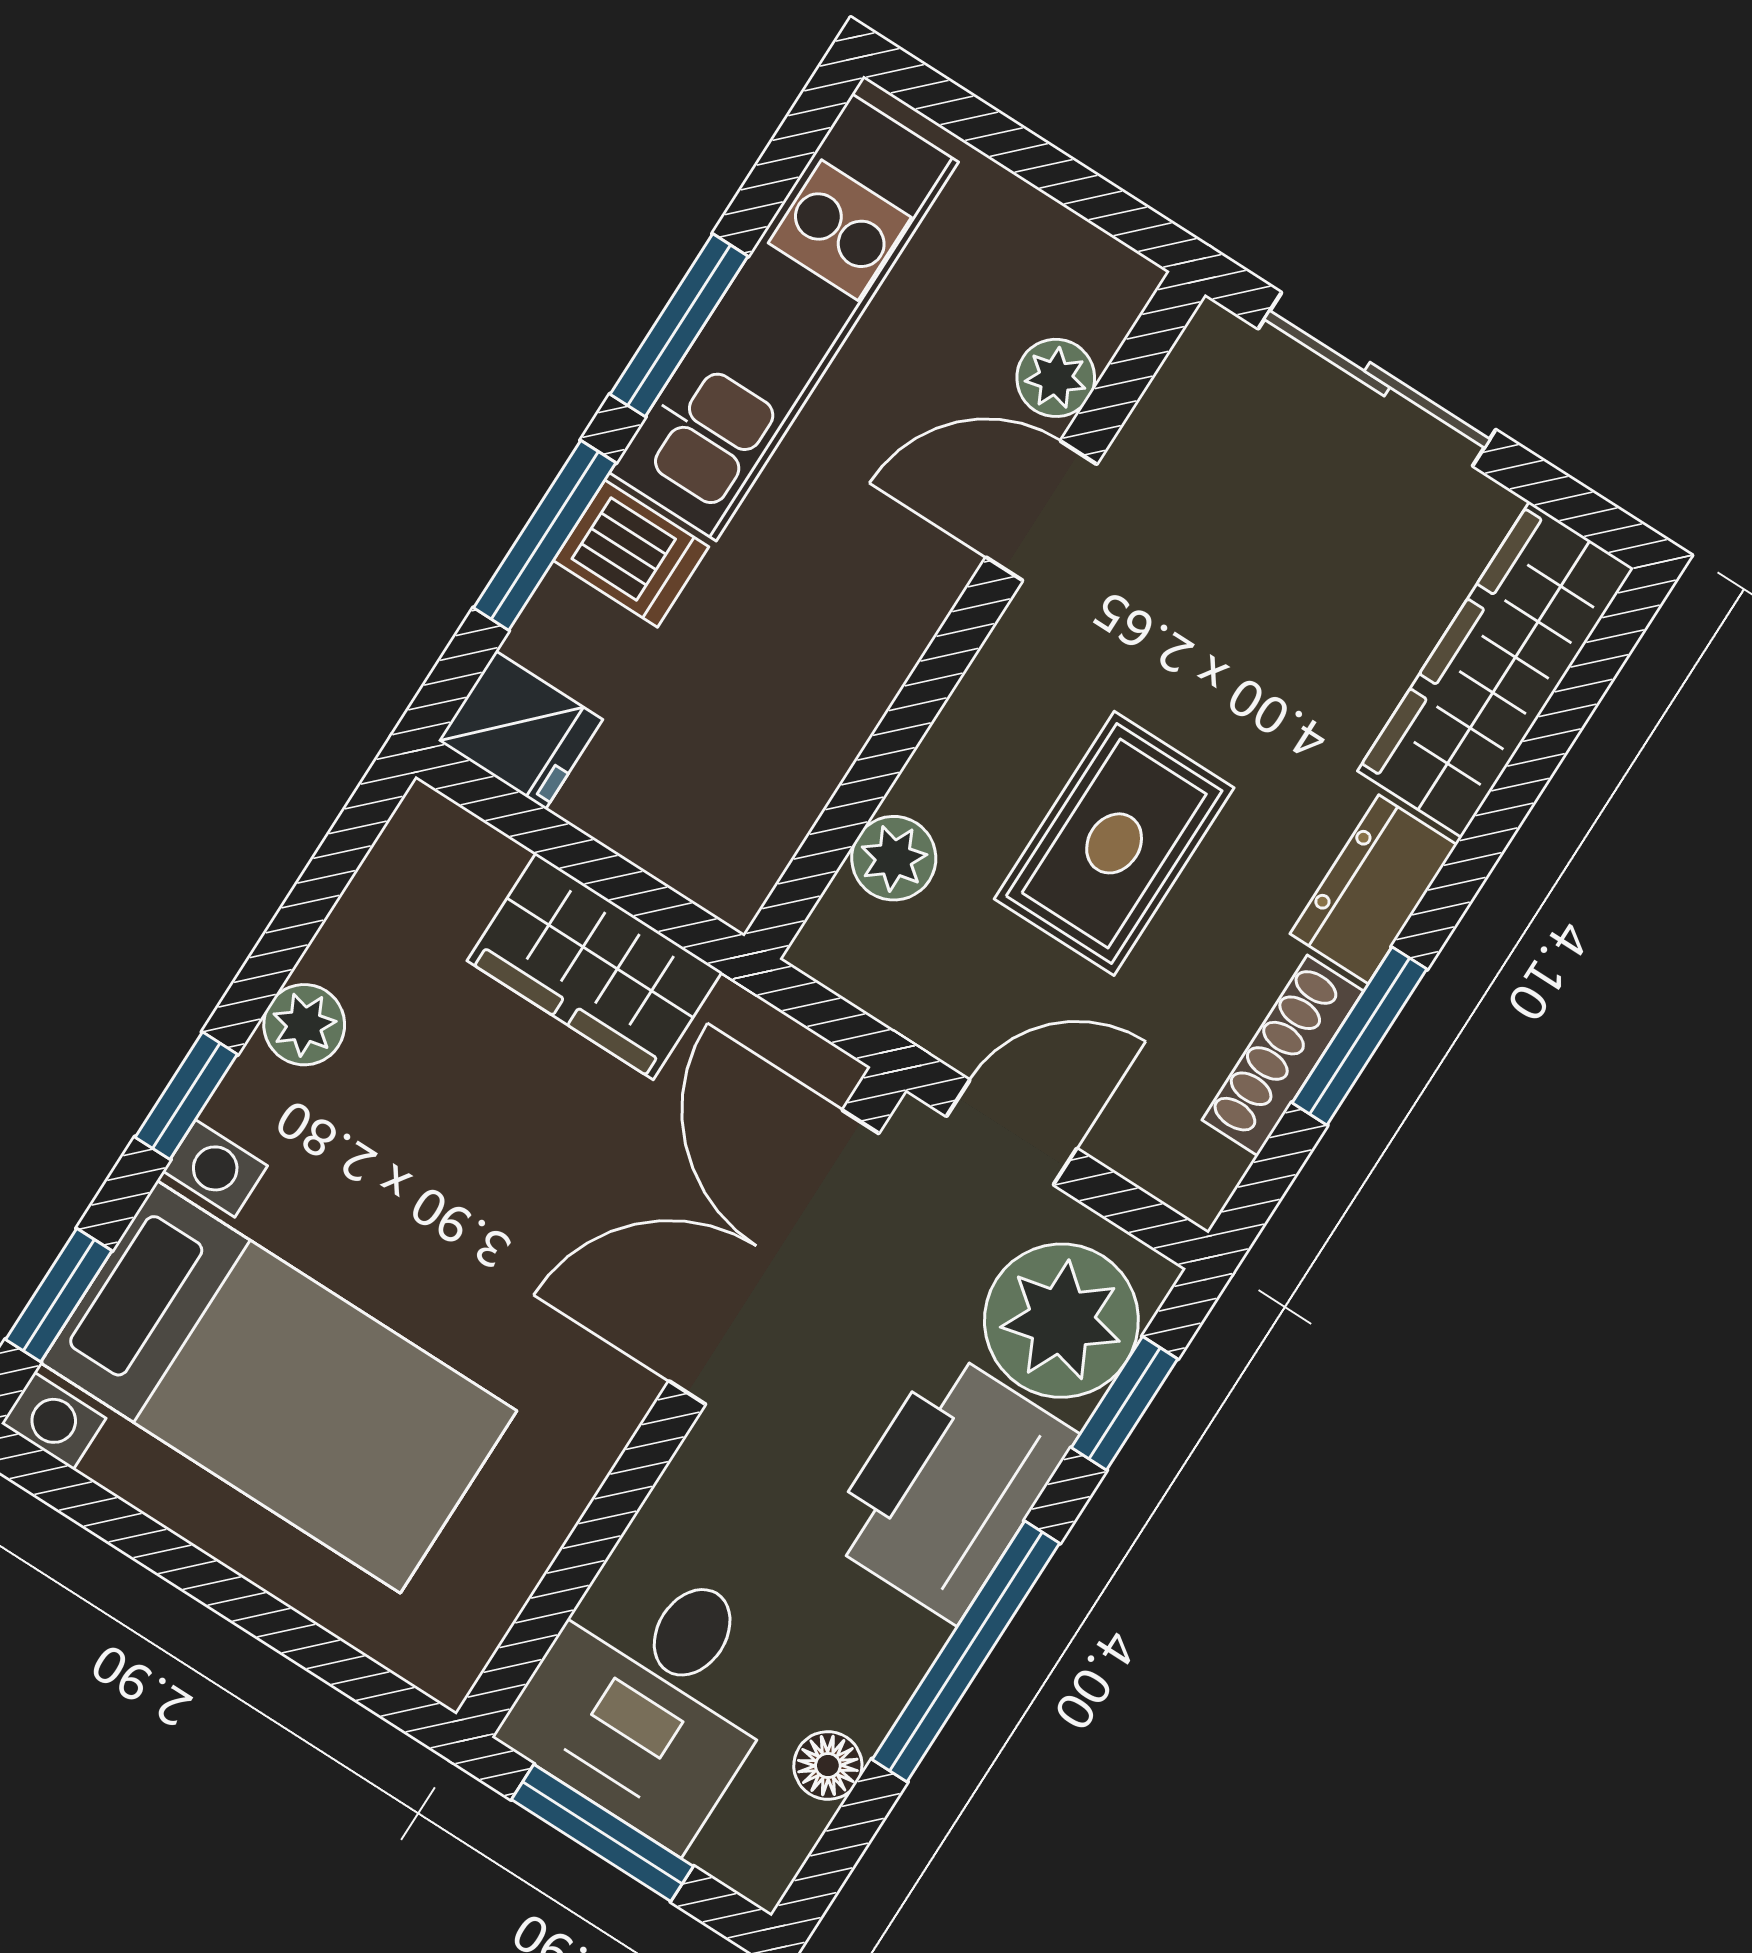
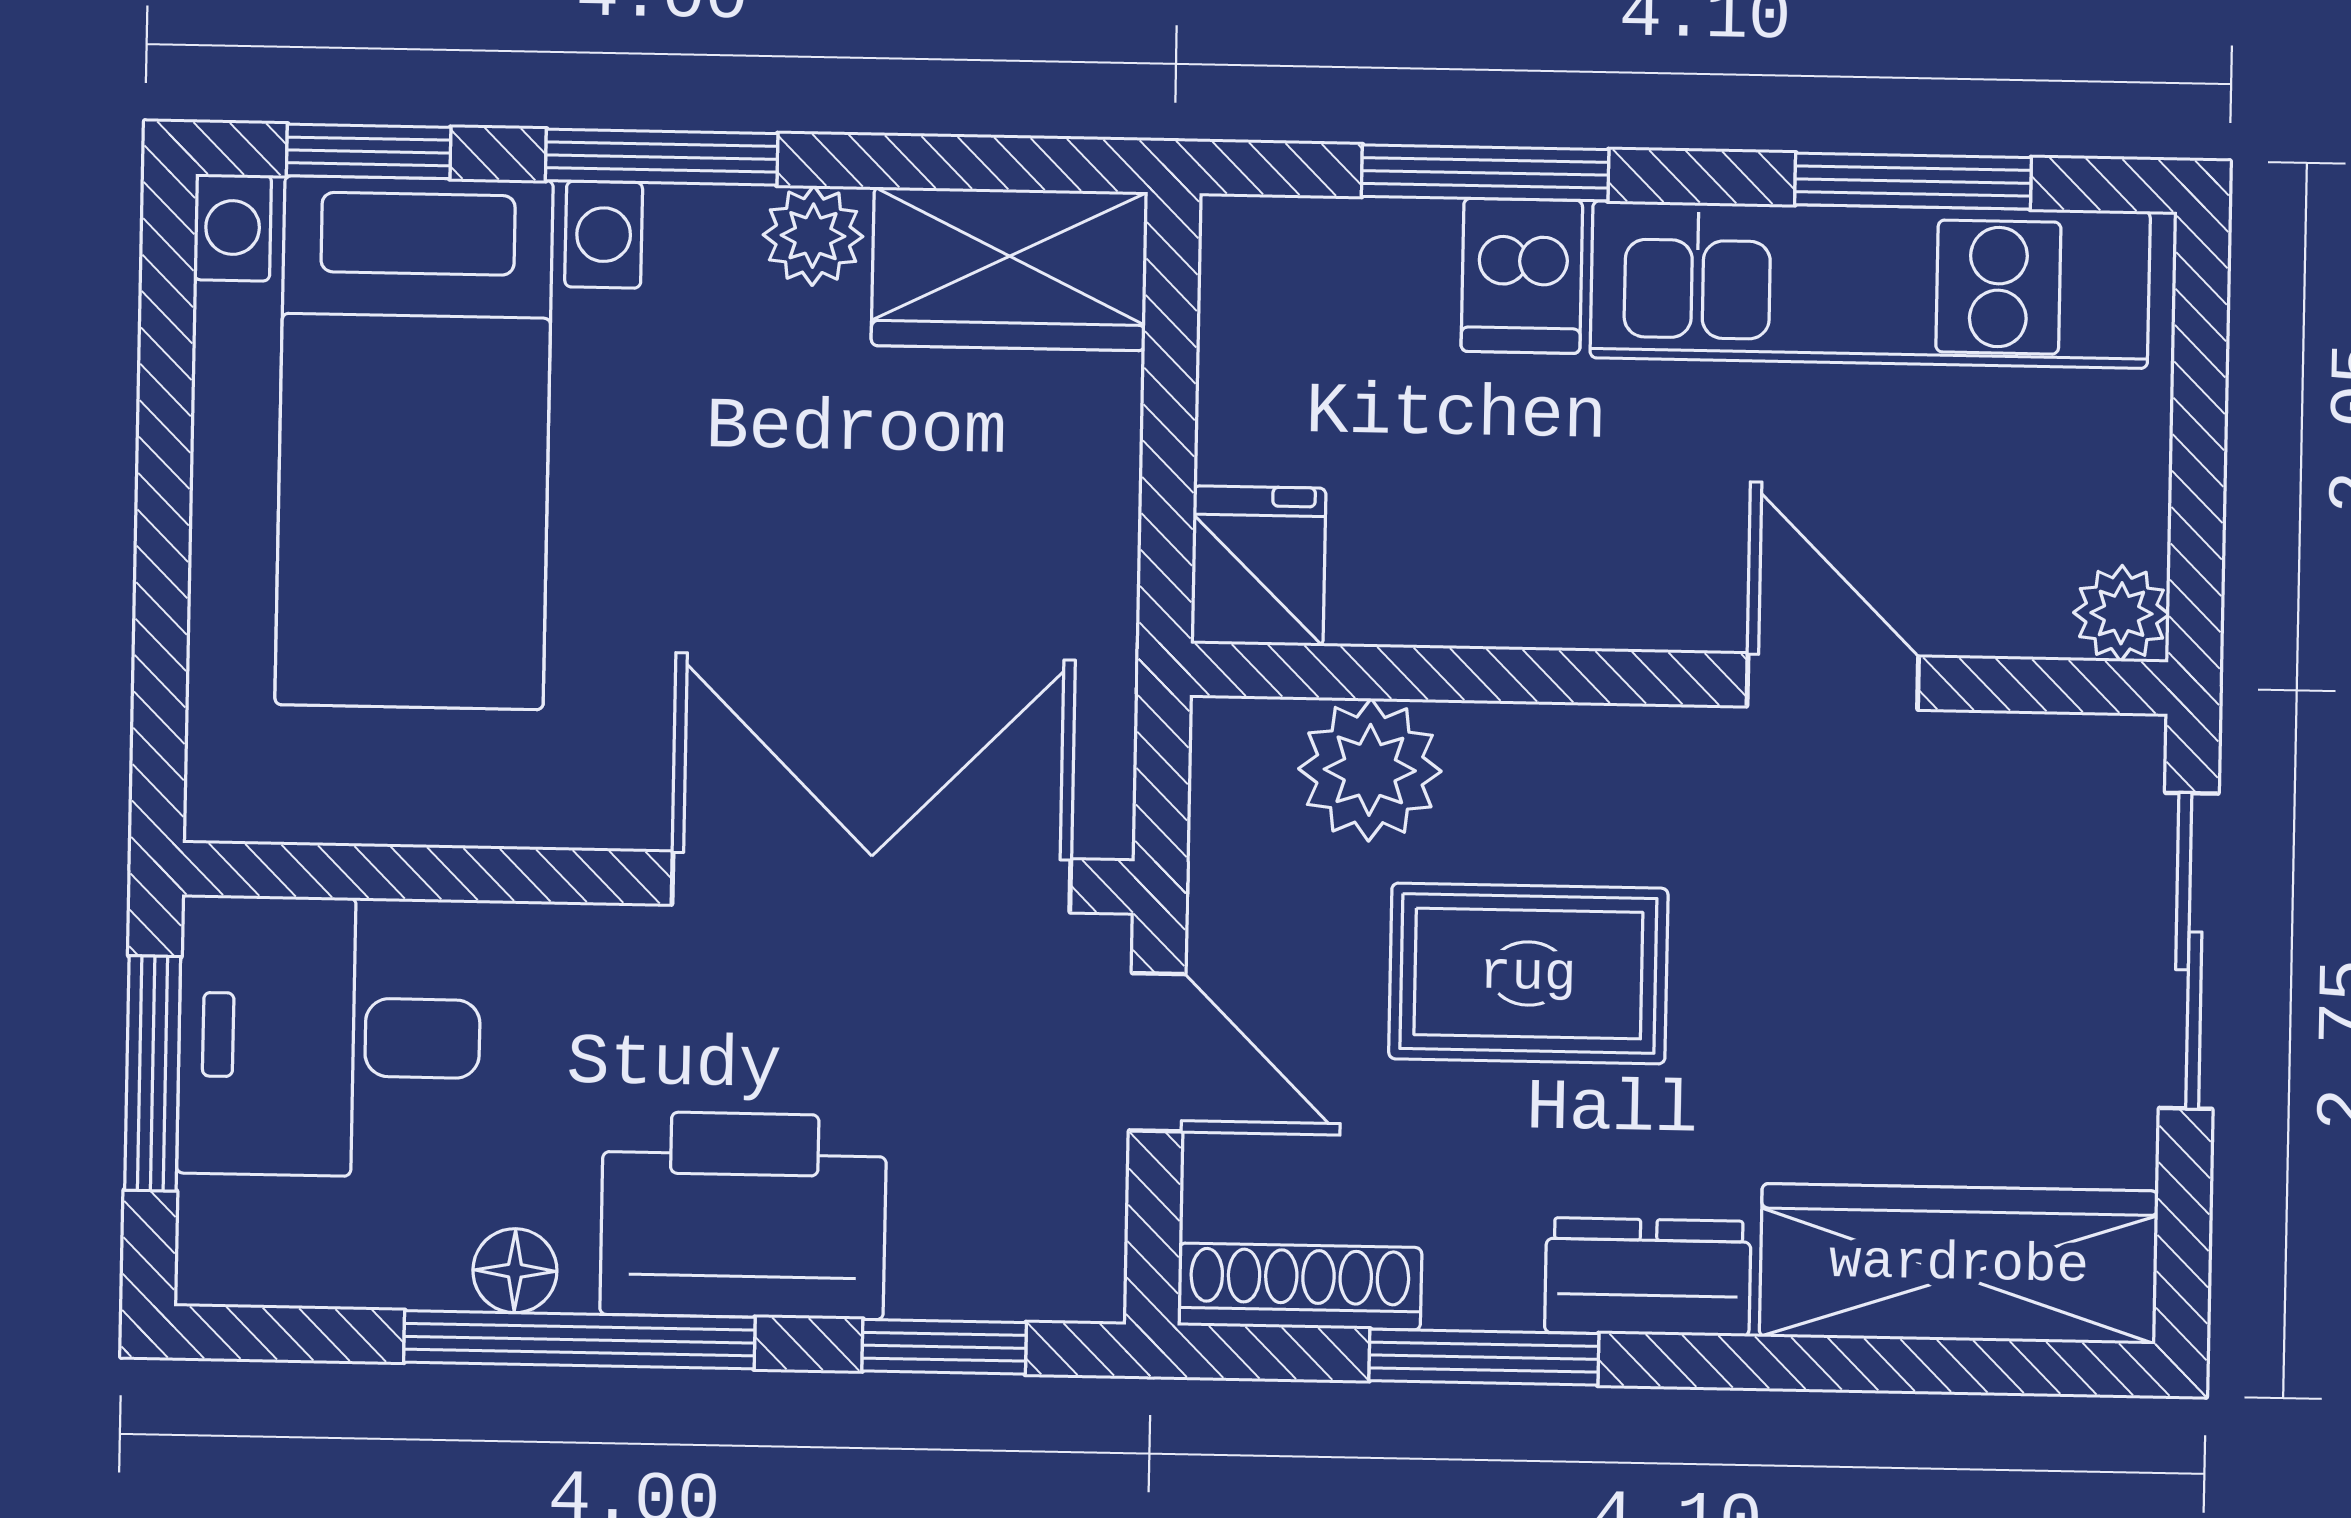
window: (679, 325) -> (1913, 181), moved
plant: (1056, 378) -> (2121, 613), moved
fridge: (520, 730) -> (1258, 566), moved, turned 180
plant: (894, 858) -> (1370, 770), width x1.38, depth x1.38
wardrobe: (595, 966) -> (1009, 269), moved, turned -90
shoe rack: (1283, 1055) -> (1300, 1287), moved
window: (186, 1096) -> (662, 157), width x1.50
plant: (1061, 1321) -> (990, 1227), removed
floor lamp: (828, 1766) -> (515, 1271), moved

